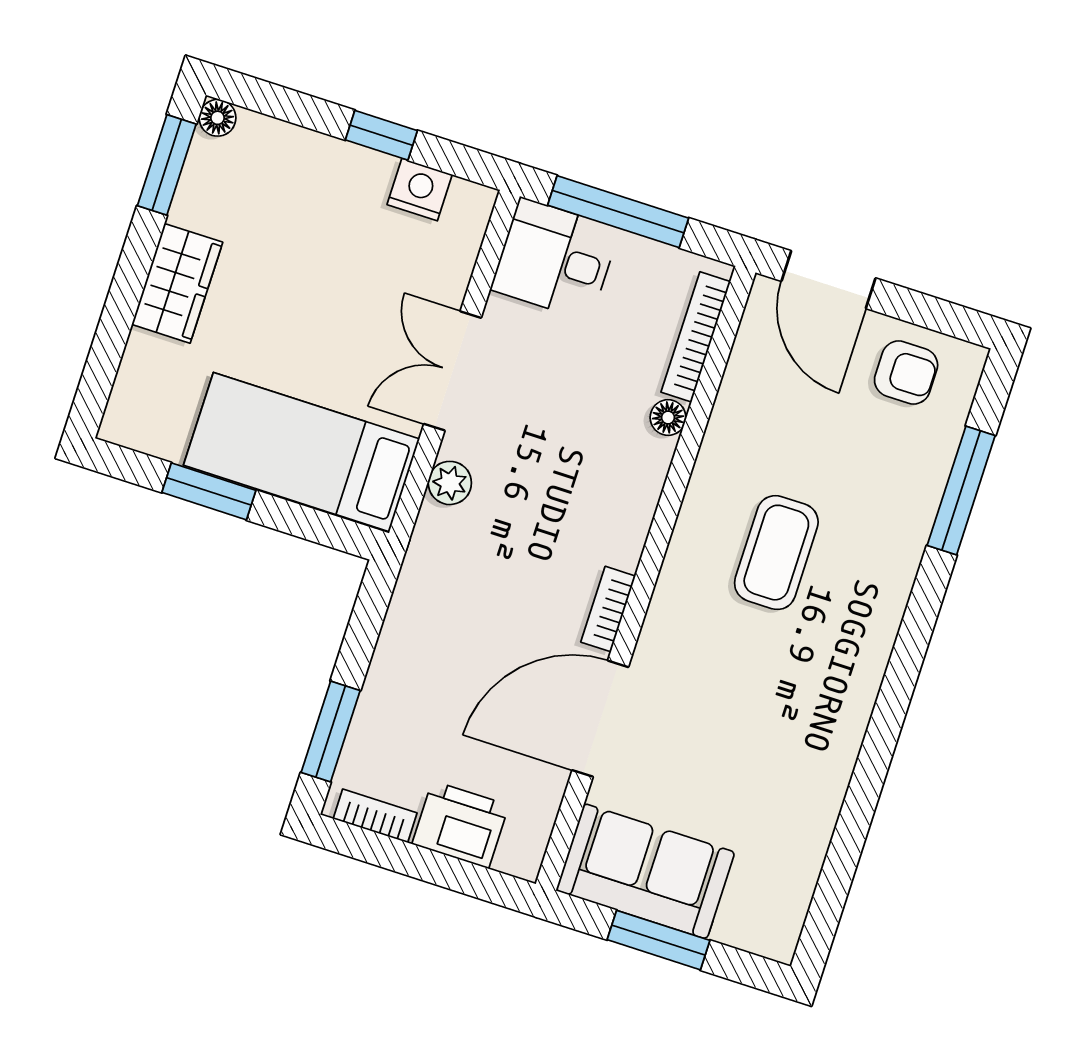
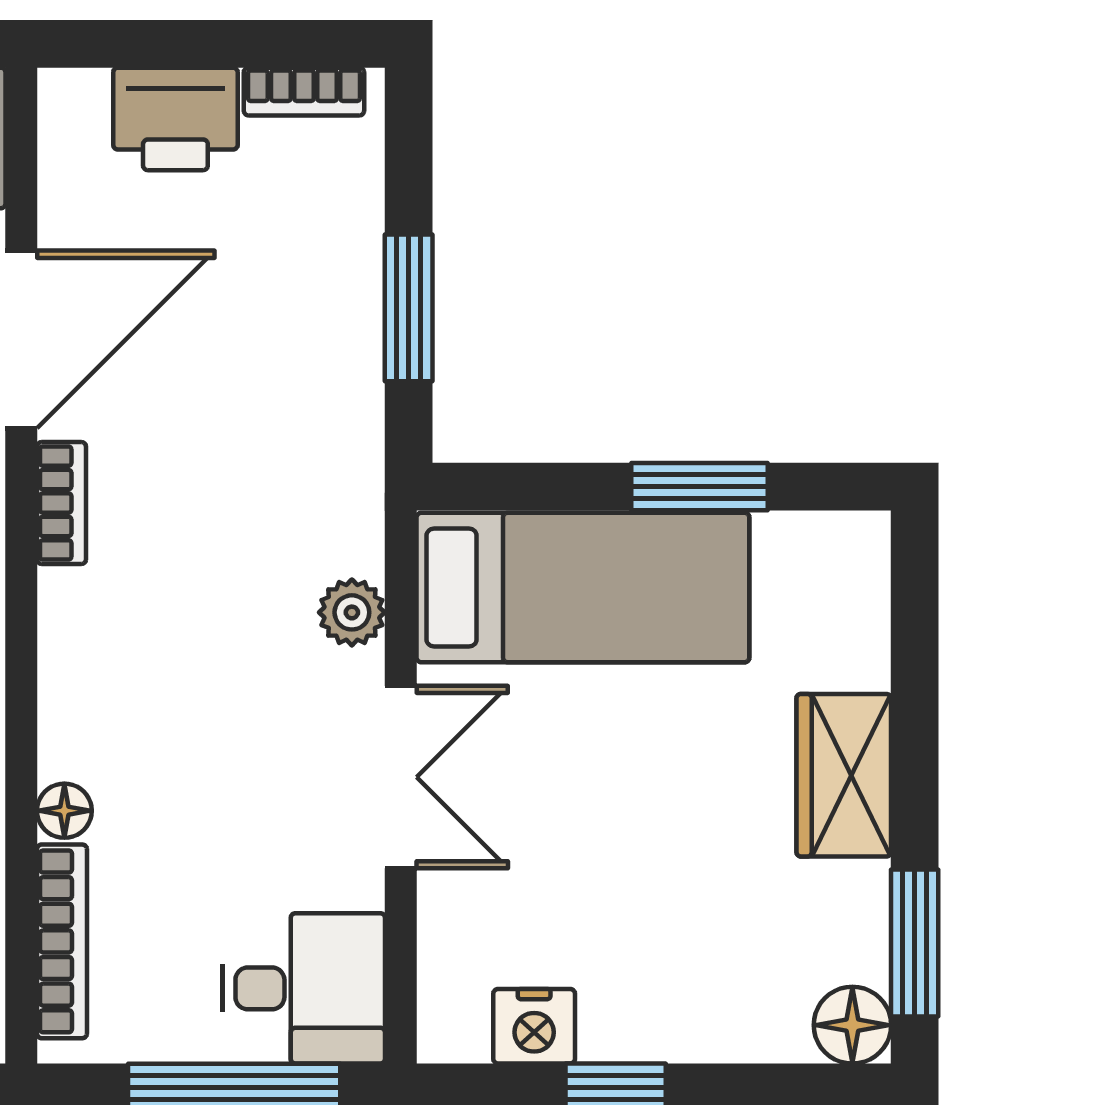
floor lamp: (218, 118) -> (852, 1025), width x1.37, depth x1.37
window: (331, 732) -> (409, 308), moved

